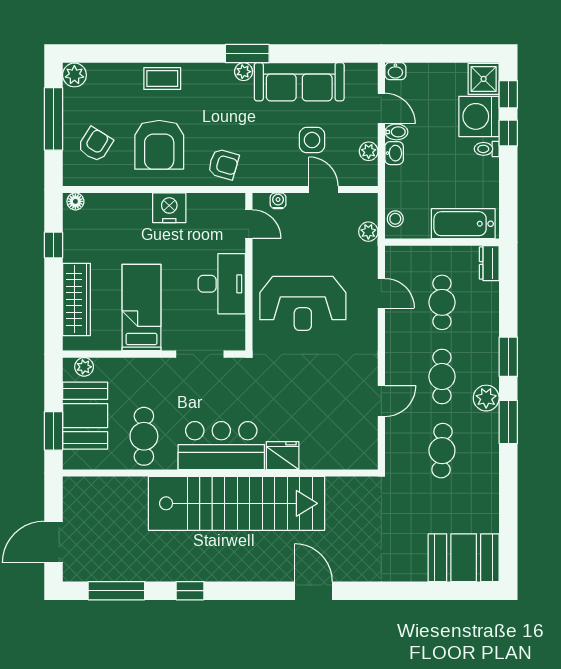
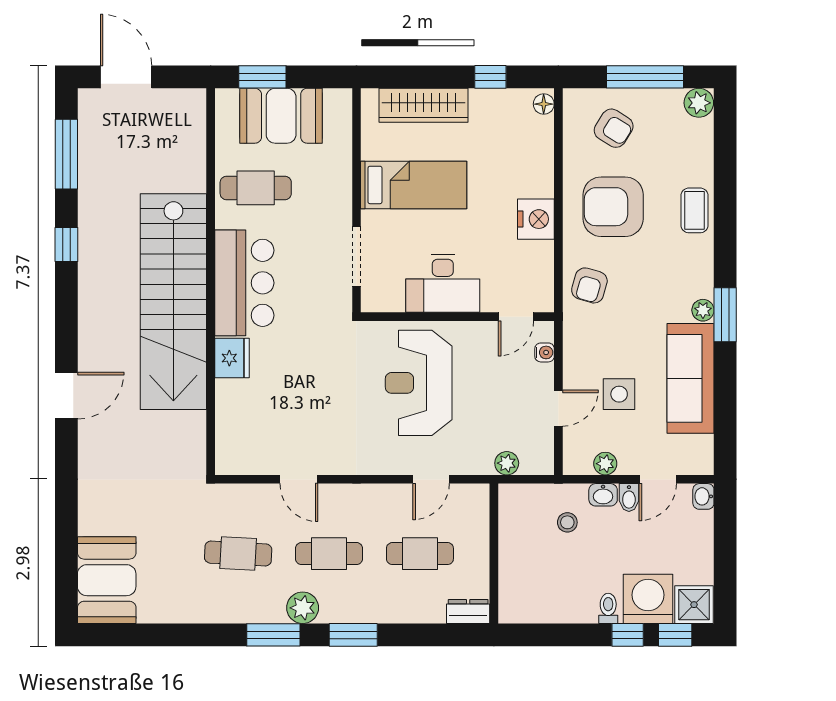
stool: (395, 219) -> (567, 522), moved
bathtub: (463, 224) -> (516, 580), removed
plant: (84, 367) -> (341, 115), removed

